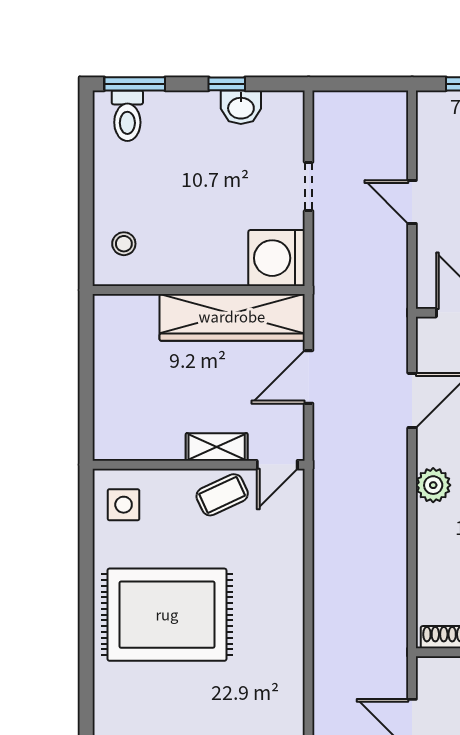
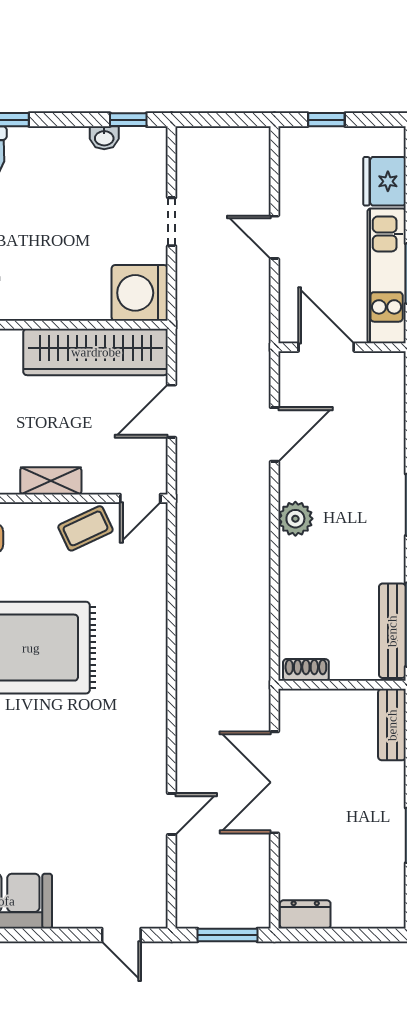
window: (227, 84) -> (128, 120), moved
washbasin: (241, 107) -> (104, 138), width x0.72, depth x0.69
shelving: (217, 447) -> (51, 481), moved

